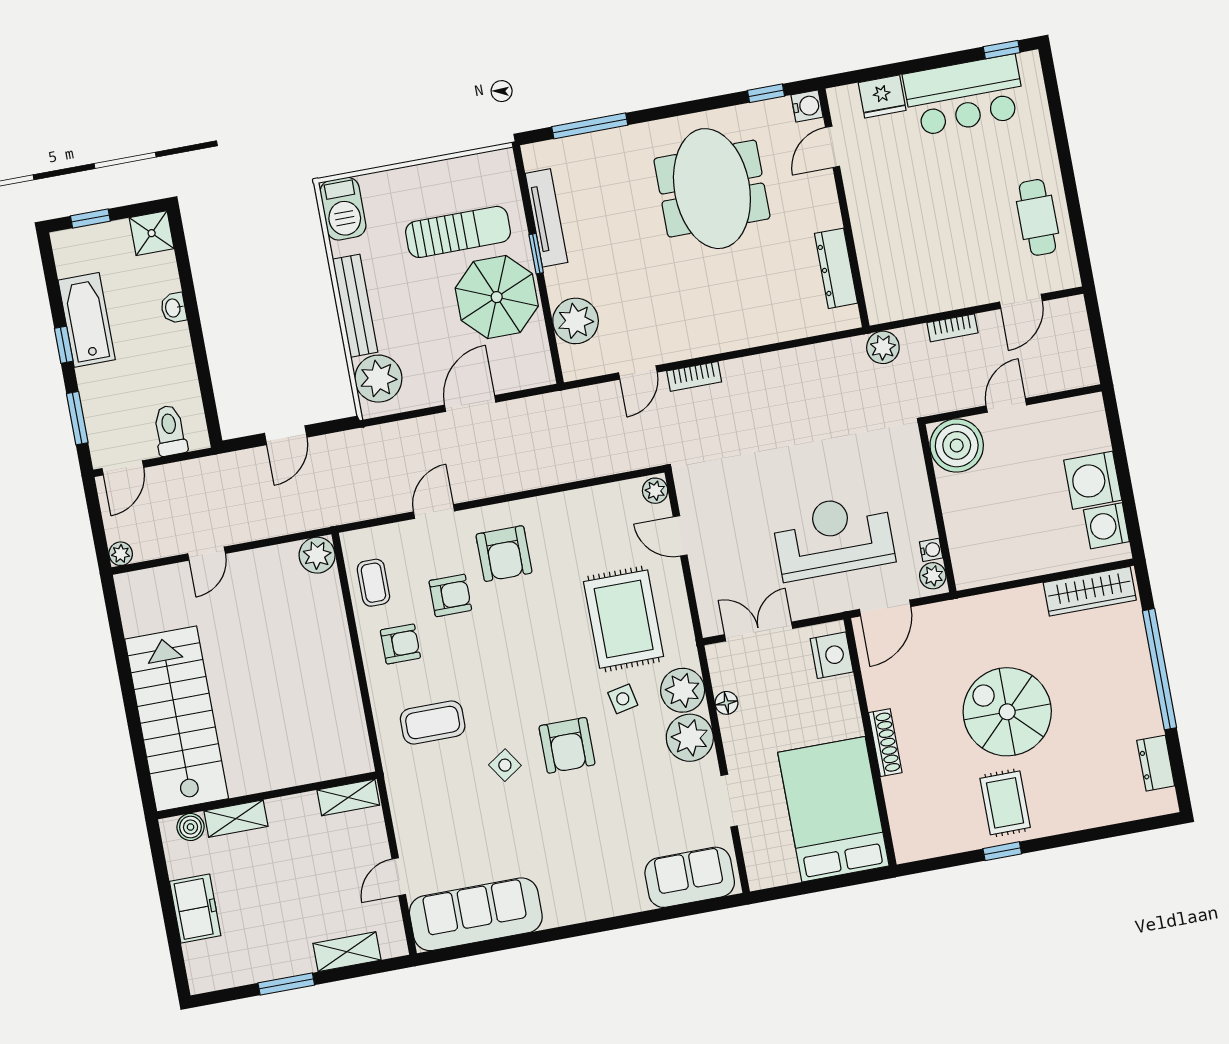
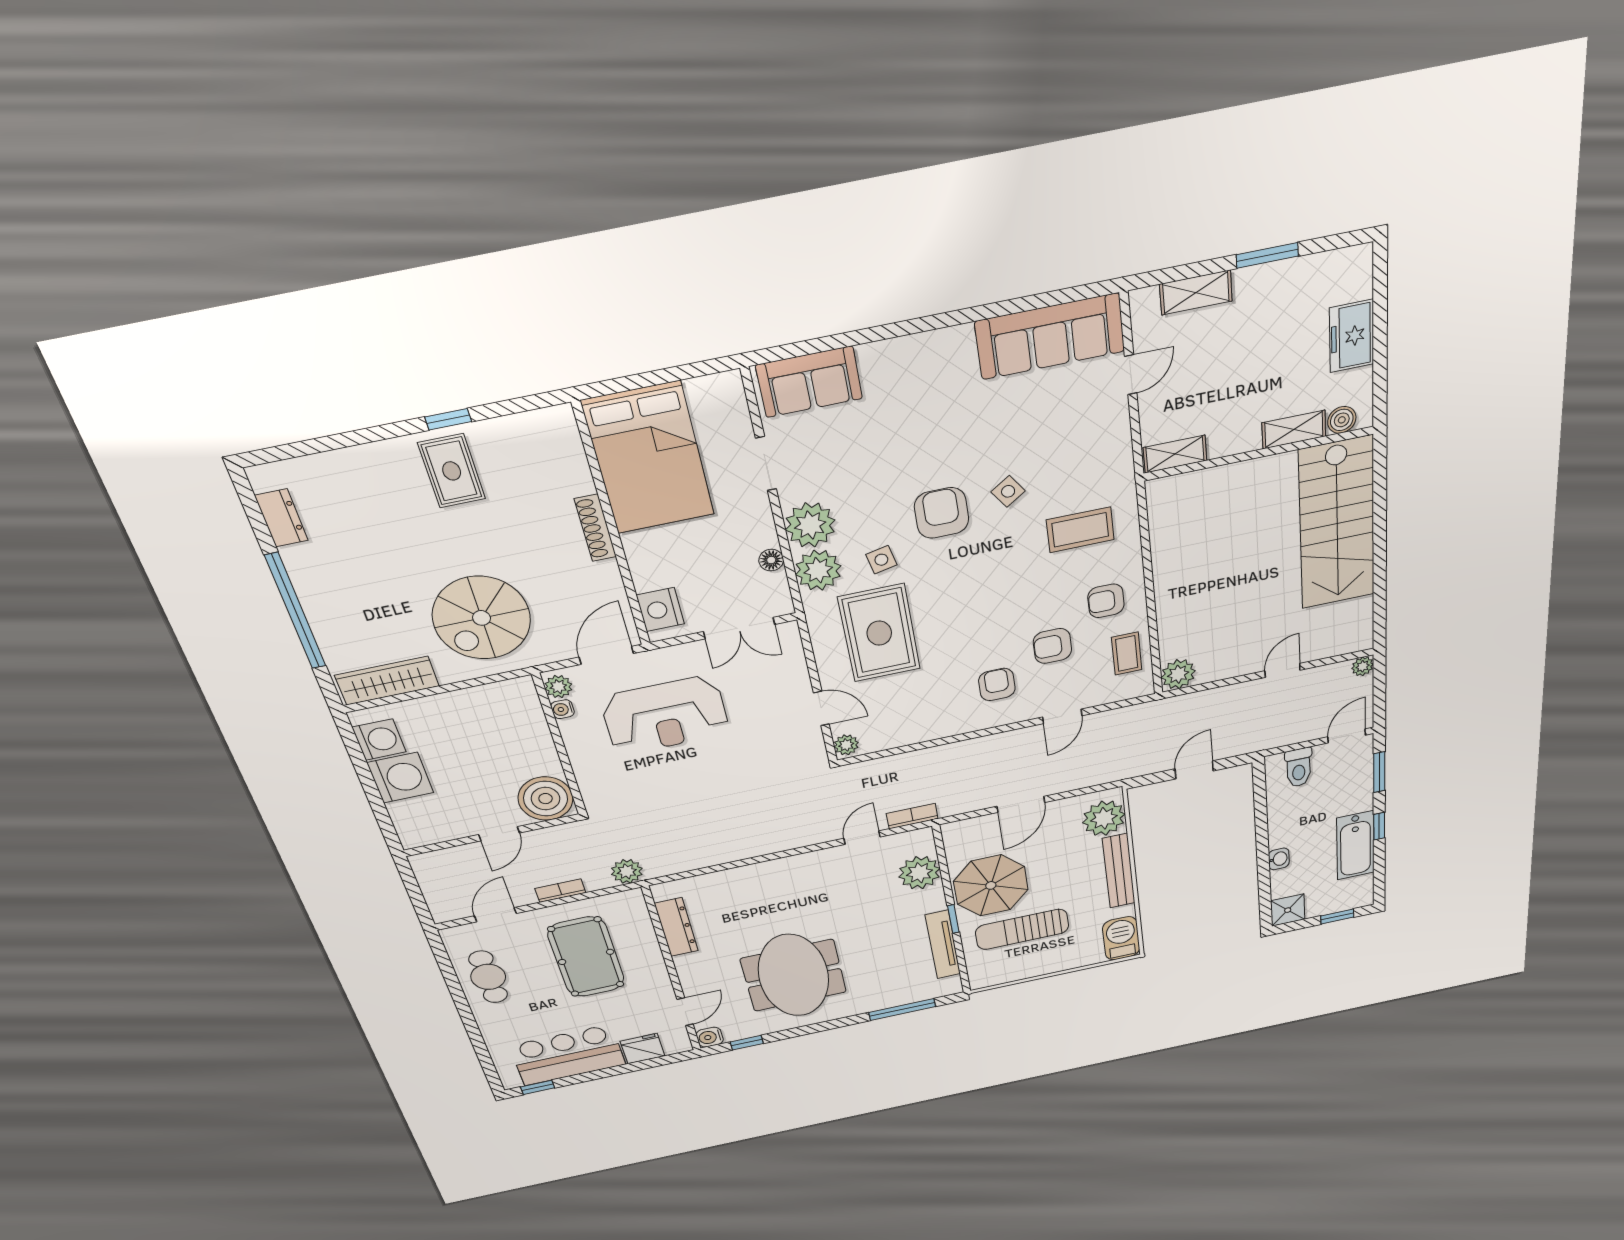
pool table: (933, 236) -> (586, 957), added
bookcase: (694, 376) -> (912, 816), moved
armchair: (504, 554) -> (997, 685), width x0.72, depth x0.72
spiral stairs: (1007, 712) -> (482, 618), moved, turned 90

